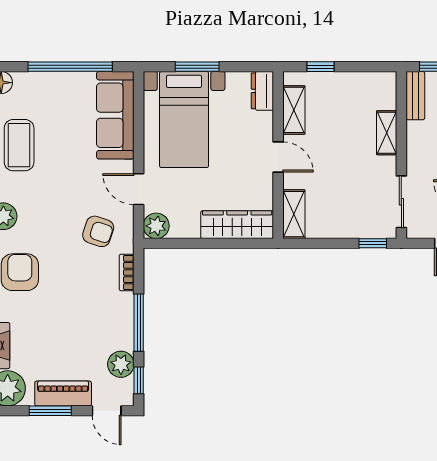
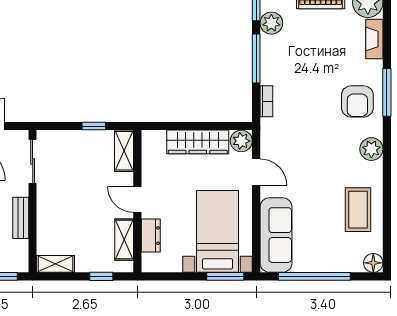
window: (197, 67) -> (225, 276), moved
dresser: (262, 91) -> (151, 236), moved
bench: (415, 96) -> (21, 218), moved
shelving: (387, 133) -> (55, 264), moved, turned 90
wardrobe: (237, 225) -> (198, 142), moved
armchair: (98, 231) -> (291, 136), removed
window: (373, 243) -> (94, 126), moved

